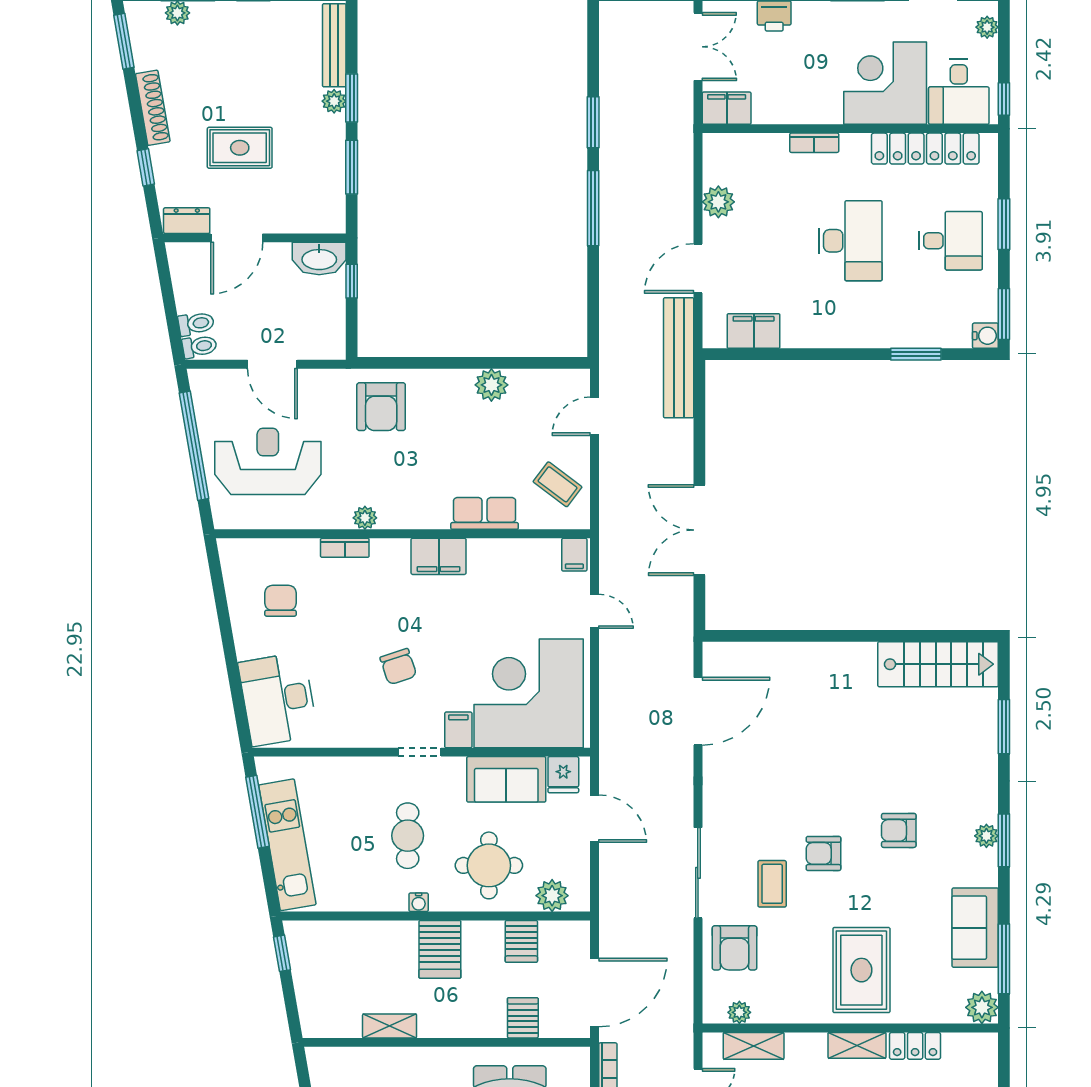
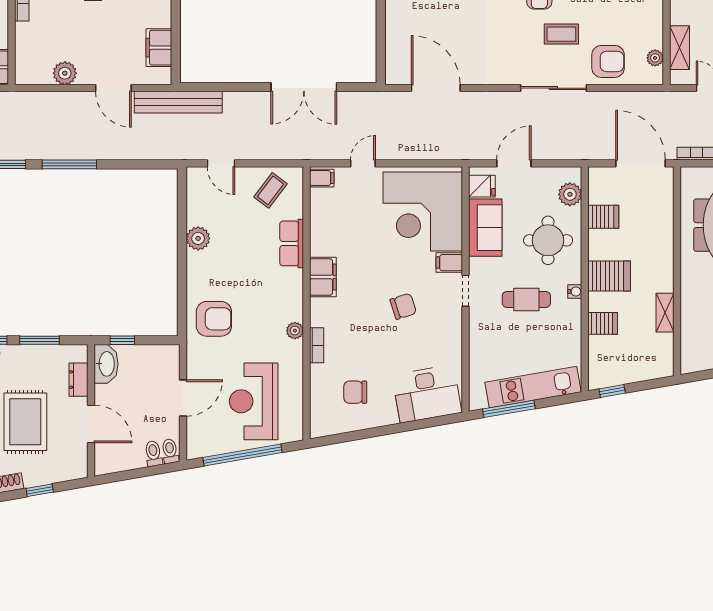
rug: (240, 148) -> (25, 422), width x1.36, depth x1.43
dresser: (187, 221) -> (78, 380), moved
server rack: (523, 1018) -> (603, 323), moved, turned 180

